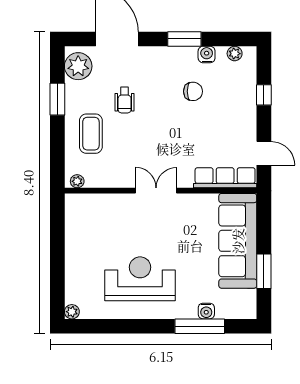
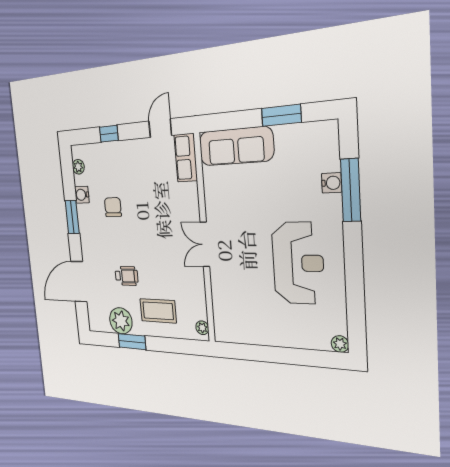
plant: (78, 66) -> (121, 321), moved
row of seats: (225, 178) -> (186, 158), width x0.68
sofa: (238, 241) -> (236, 146), width x0.74, depth x0.79
reception desk: (140, 279) -> (298, 263), turned 180

